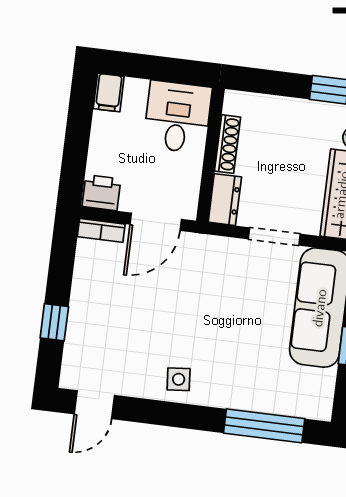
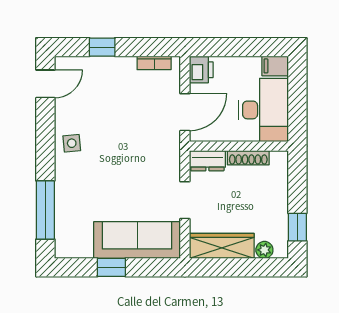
desk: (177, 117) -> (264, 110), width x1.37
door: (156, 222) -> (185, 112), swing flipped
bookcase: (101, 230) -> (154, 63), moved, turned -90
door: (94, 405) -> (45, 84), swing flipped

